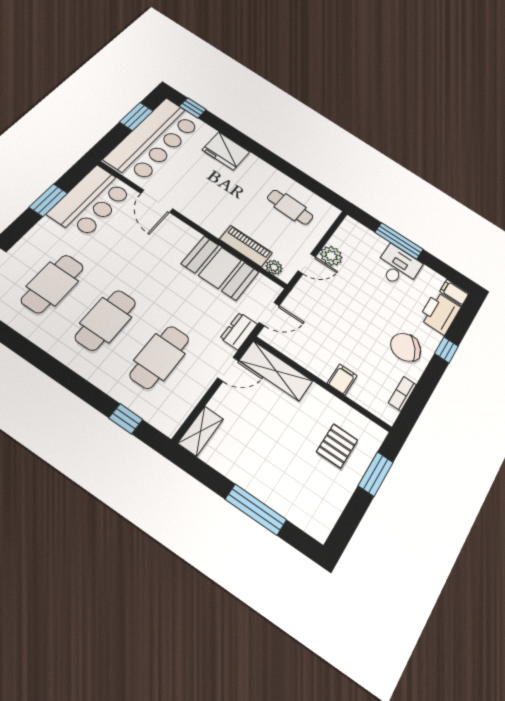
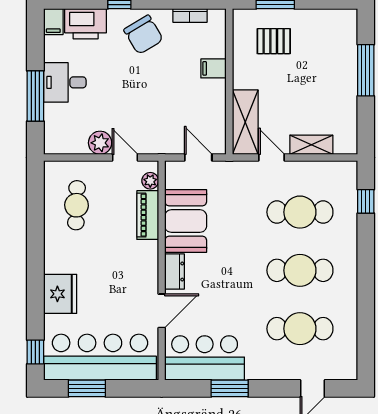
dresser: (239, 331) -> (175, 272), moved, turned -90
shelving: (201, 431) -> (311, 145), moved

